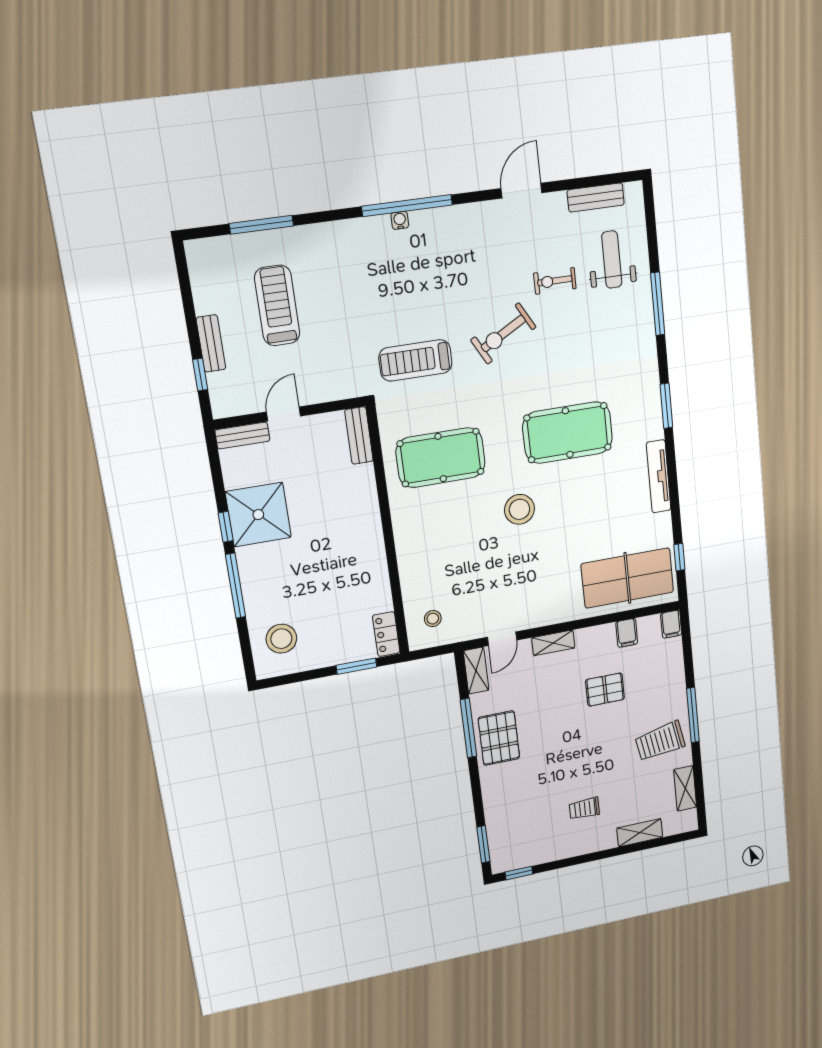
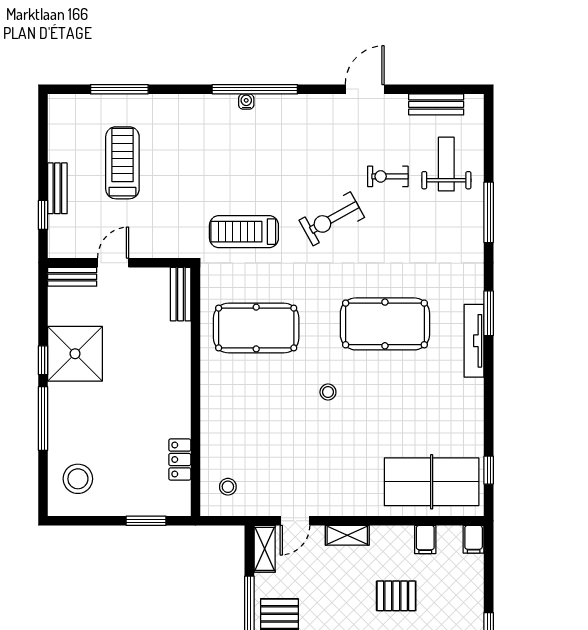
tv unit: (659, 476) -> (474, 341), moved
stool: (519, 509) -> (328, 392), width x0.53, depth x0.53
locker: (386, 634) -> (180, 459), moved

